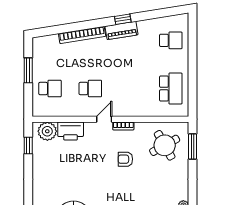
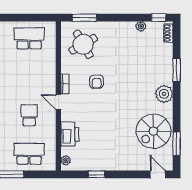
school desk: (50, 89) -> (29, 154), width x1.85
plant: (47, 131) -> (66, 160), width x0.53, depth x0.53
window: (28, 145) -> (97, 174), moved

